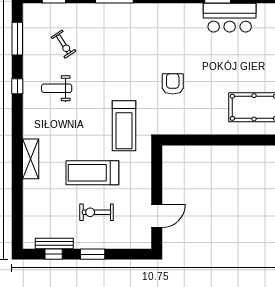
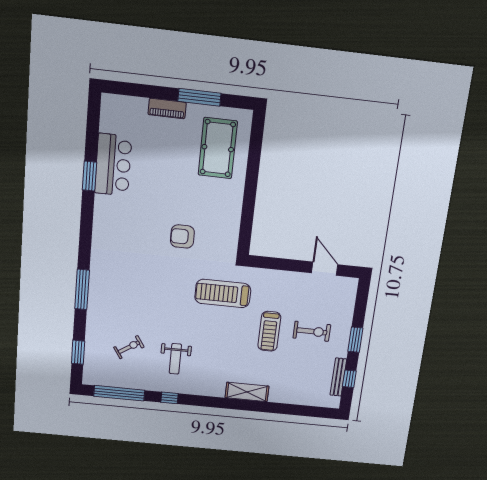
window: (17, 39) -> (119, 393), width x1.46
treadmill: (124, 126) -> (223, 293), turned 180
treadmill: (92, 173) -> (269, 331), width x0.73, depth x0.73
exercise bike: (96, 212) -> (312, 331), turned -90

